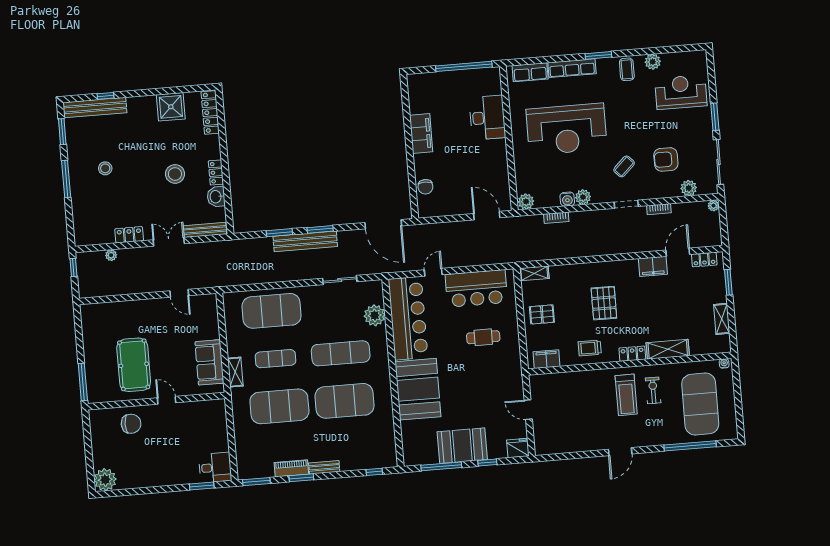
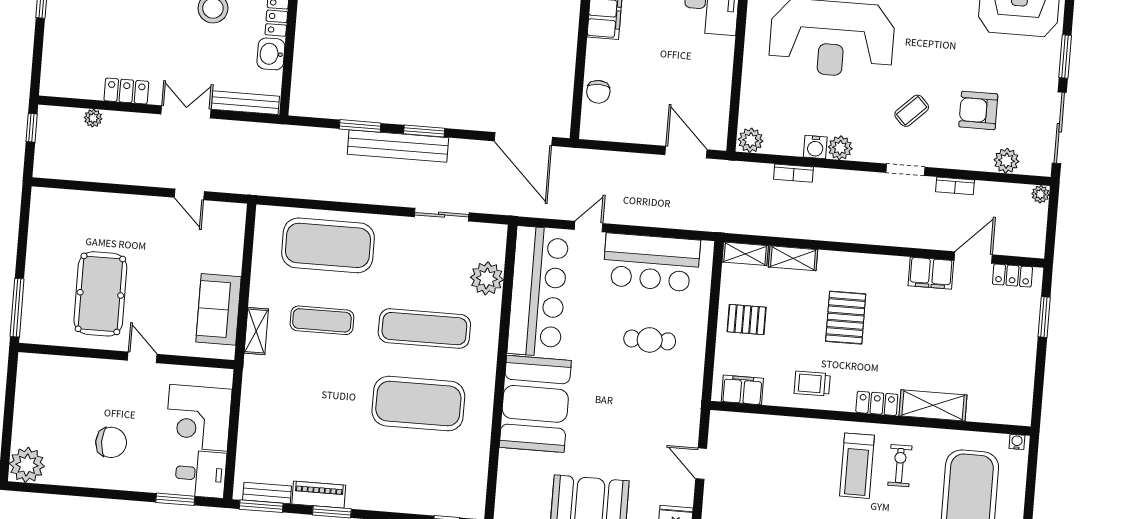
shelving: (722, 319) -> (793, 258), moved, turned 90
exercise mat: (279, 406) -> (316, 395), removed
chair: (131, 424) -> (111, 442), moved
corner desk: (208, 432) -> (198, 418), added
bench: (324, 467) -> (267, 493), moved

